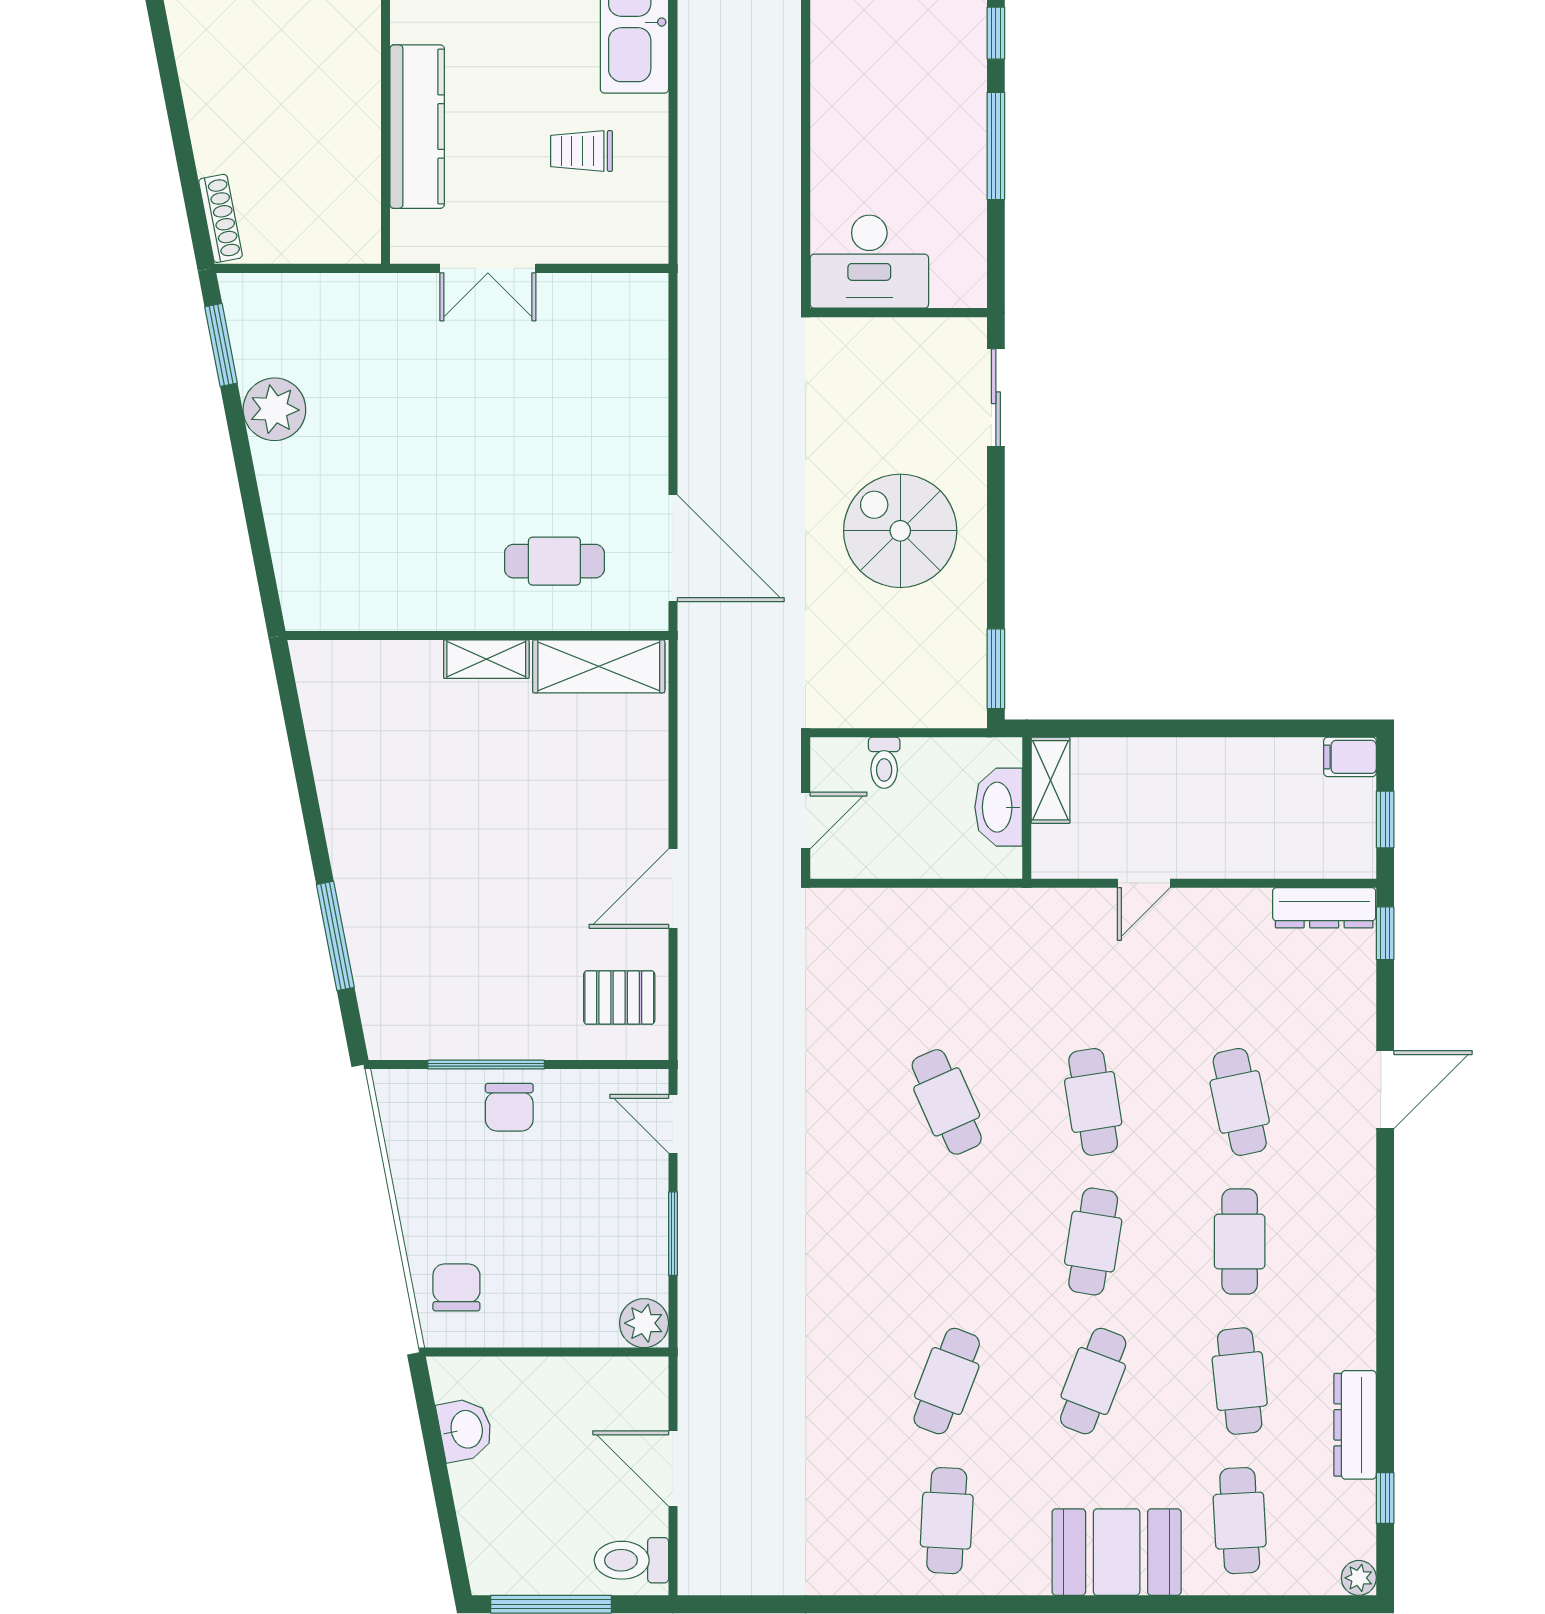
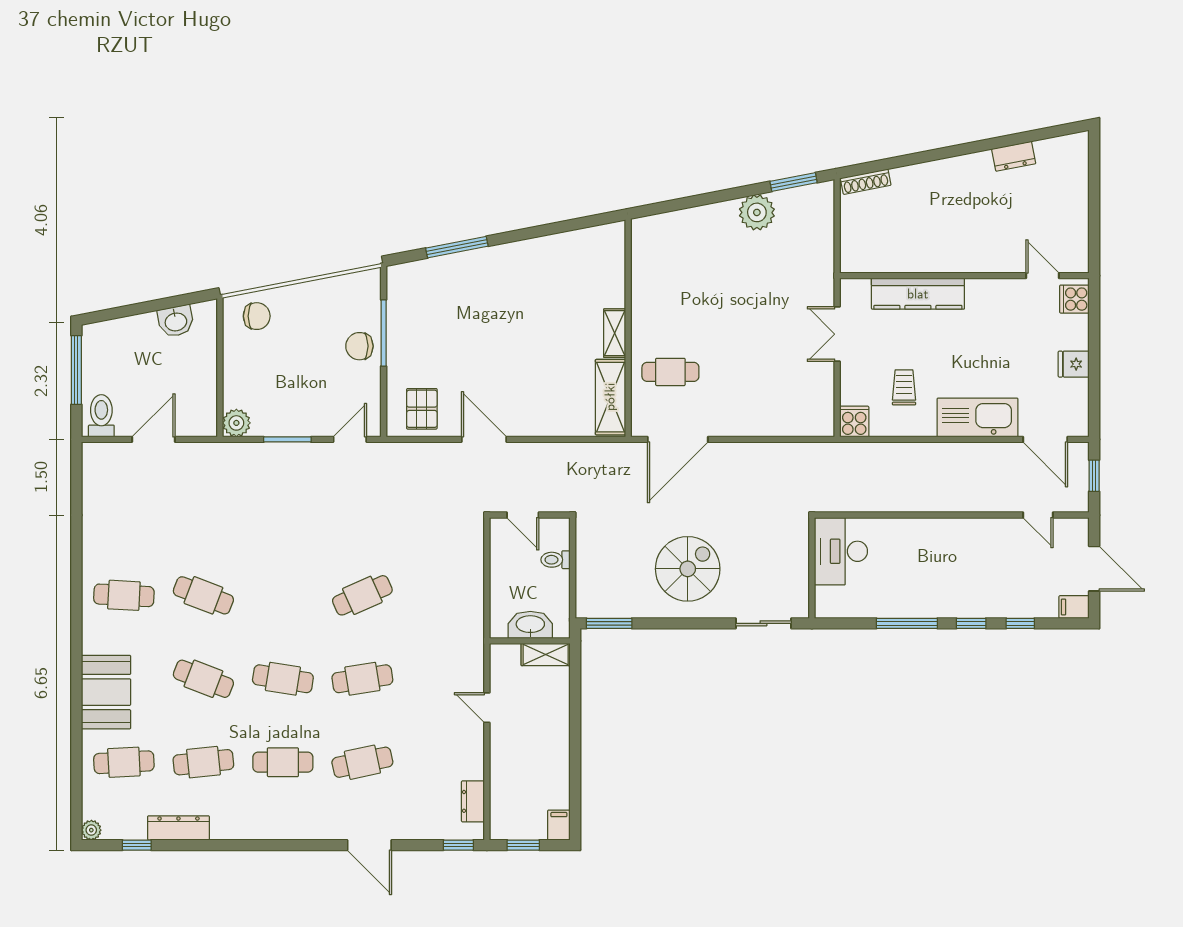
cooker: (642, 238) -> (854, 422), added
cafe table: (554, 561) -> (670, 372), turned 90
dresser: (1324, 908) -> (473, 801), width x0.70

